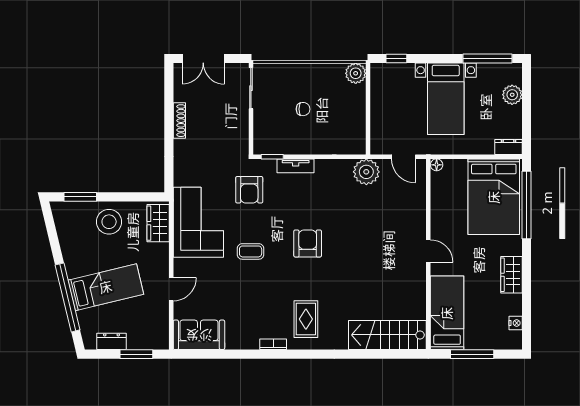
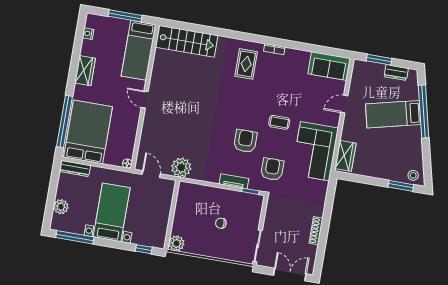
dresser: (508, 147) -> (75, 168), width x1.44
stool: (109, 222) -> (413, 175), moved, width x0.53, depth x0.53
armchair: (308, 243) -> (245, 141), moved, turned 180

